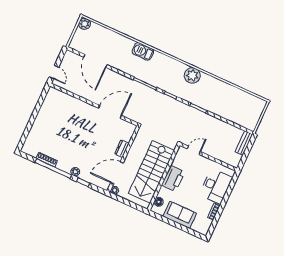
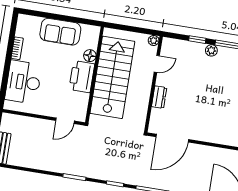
door: (110, 112) -> (172, 138), moved
door: (117, 173) -> (157, 64), width x0.53
floor lamp: (159, 202) -> (90, 56), moved

